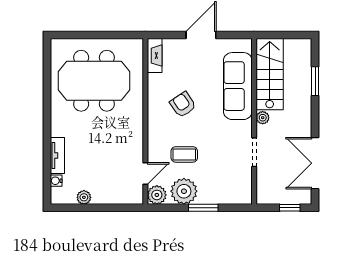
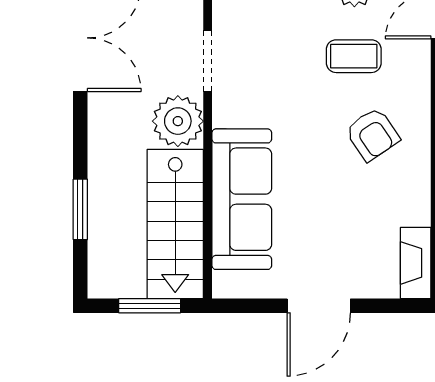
window: (282, 35) -> (150, 306), added
armchair: (183, 105) -> (372, 134), moved
plant: (263, 118) -> (178, 121), width x1.88, depth x1.88

